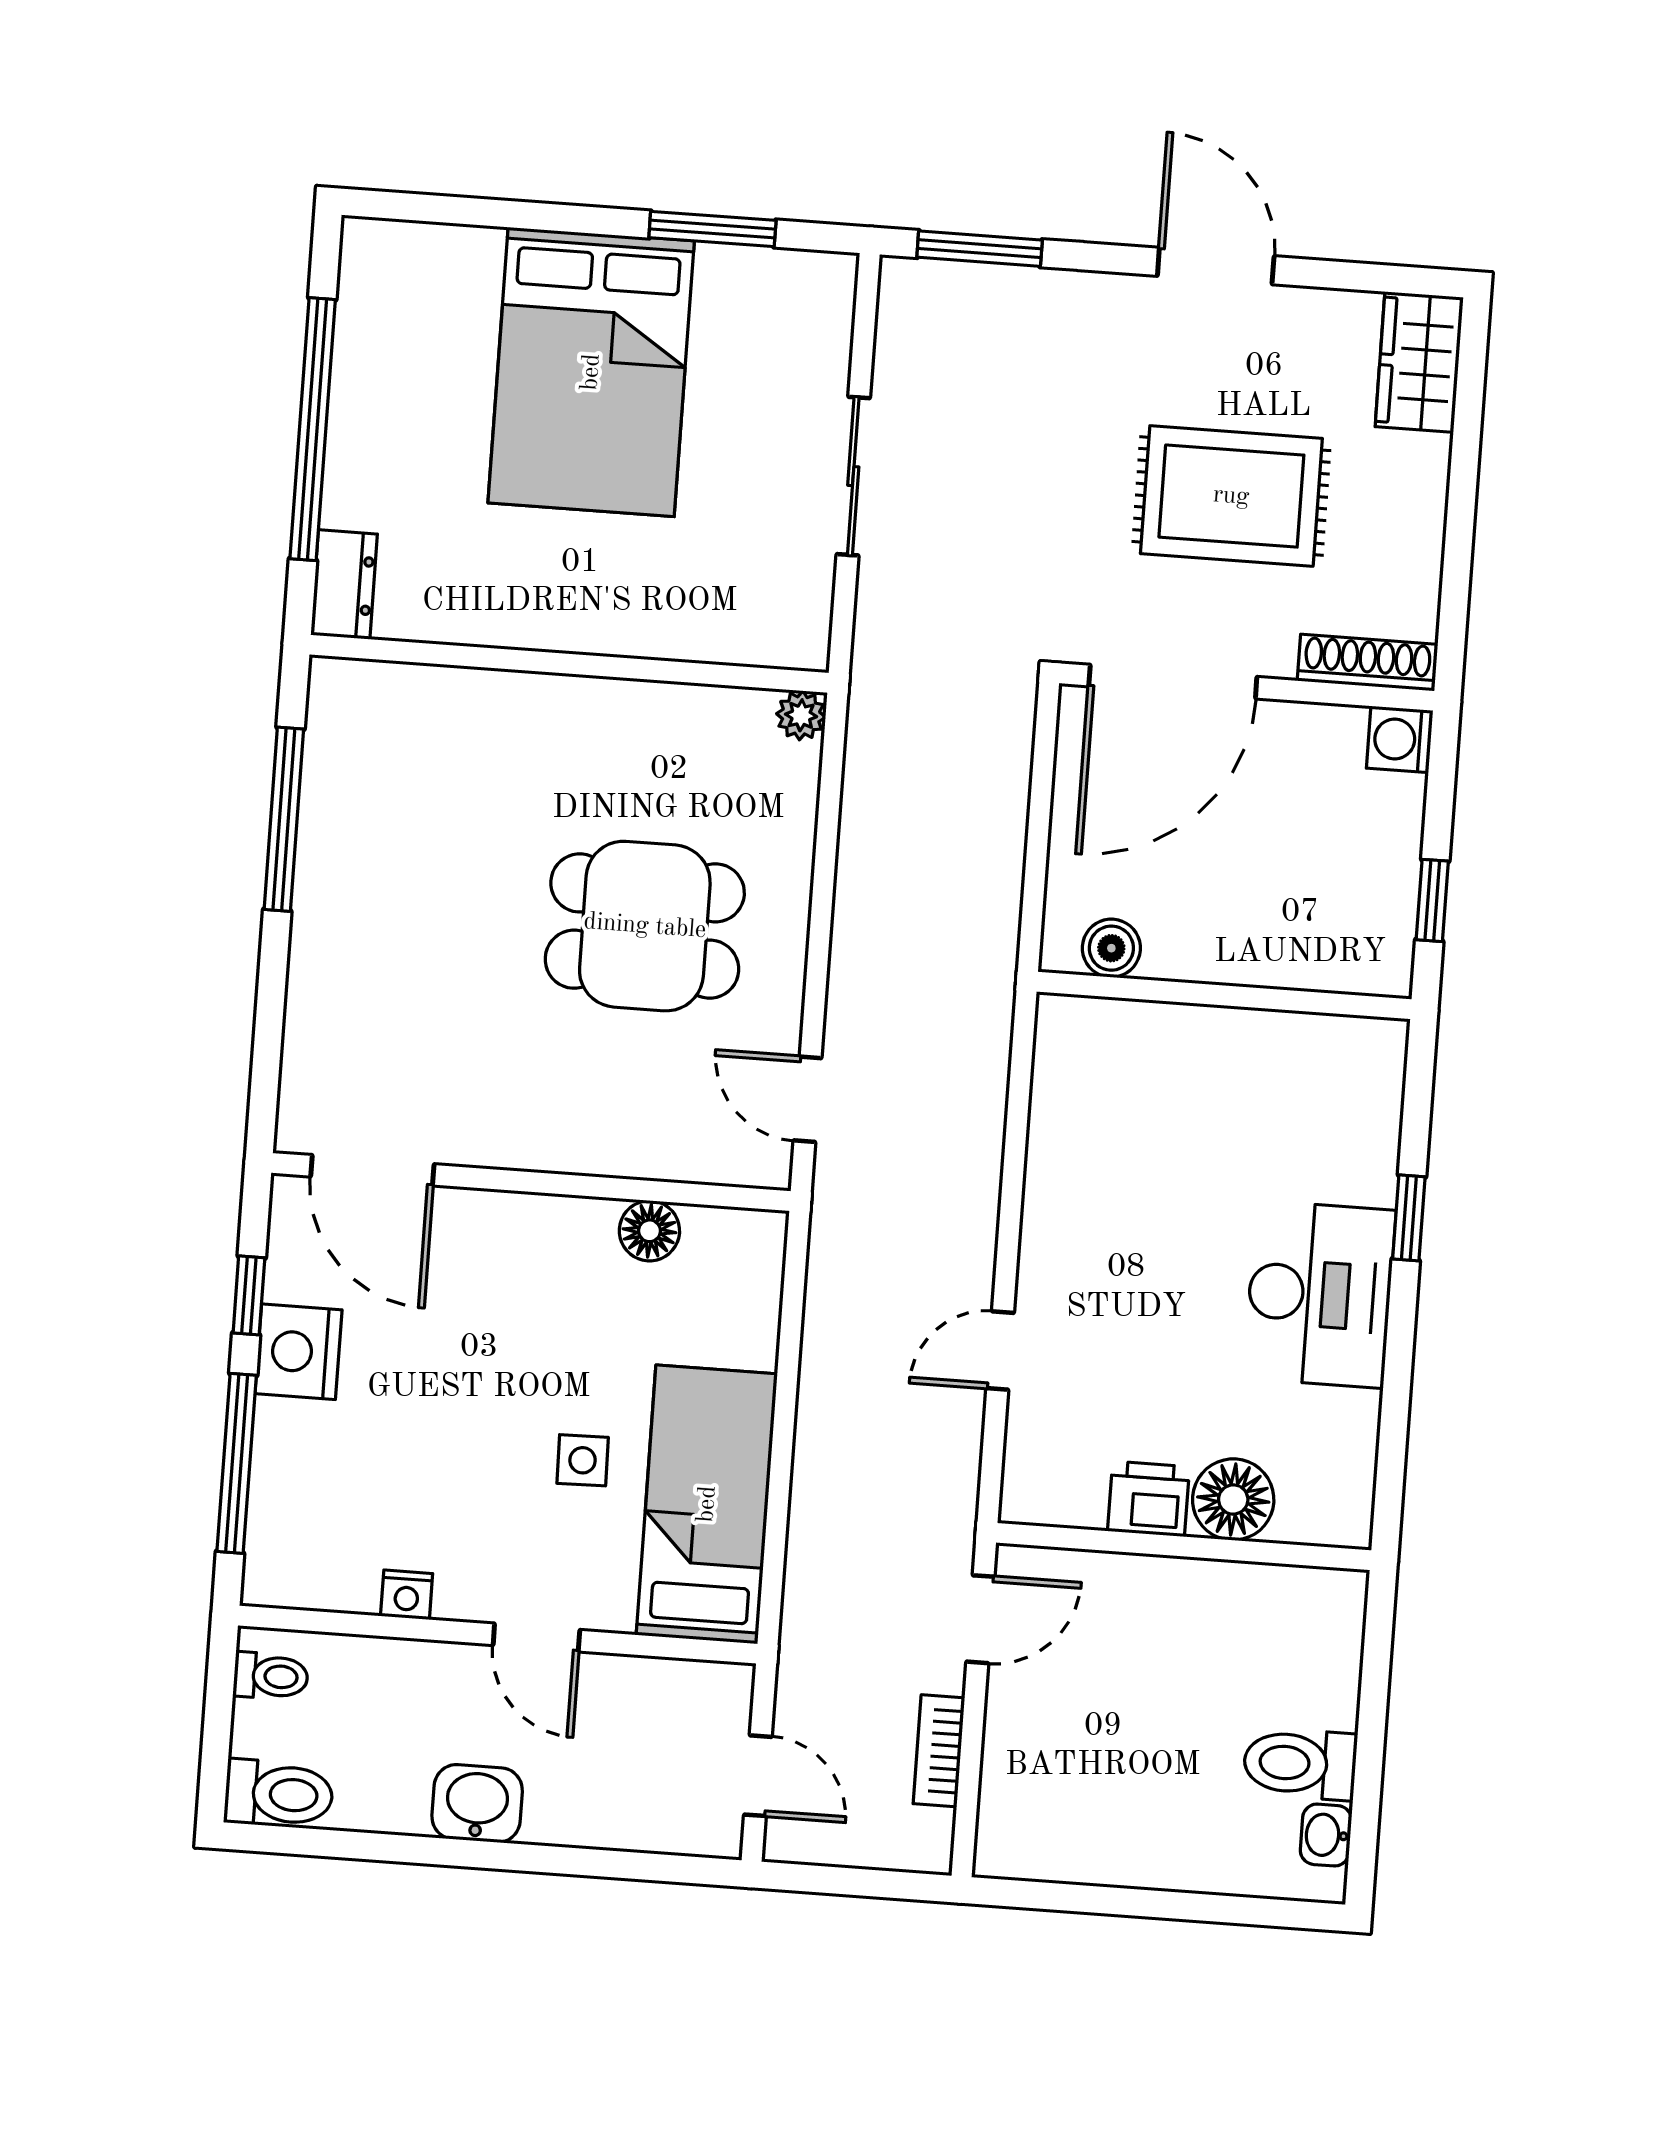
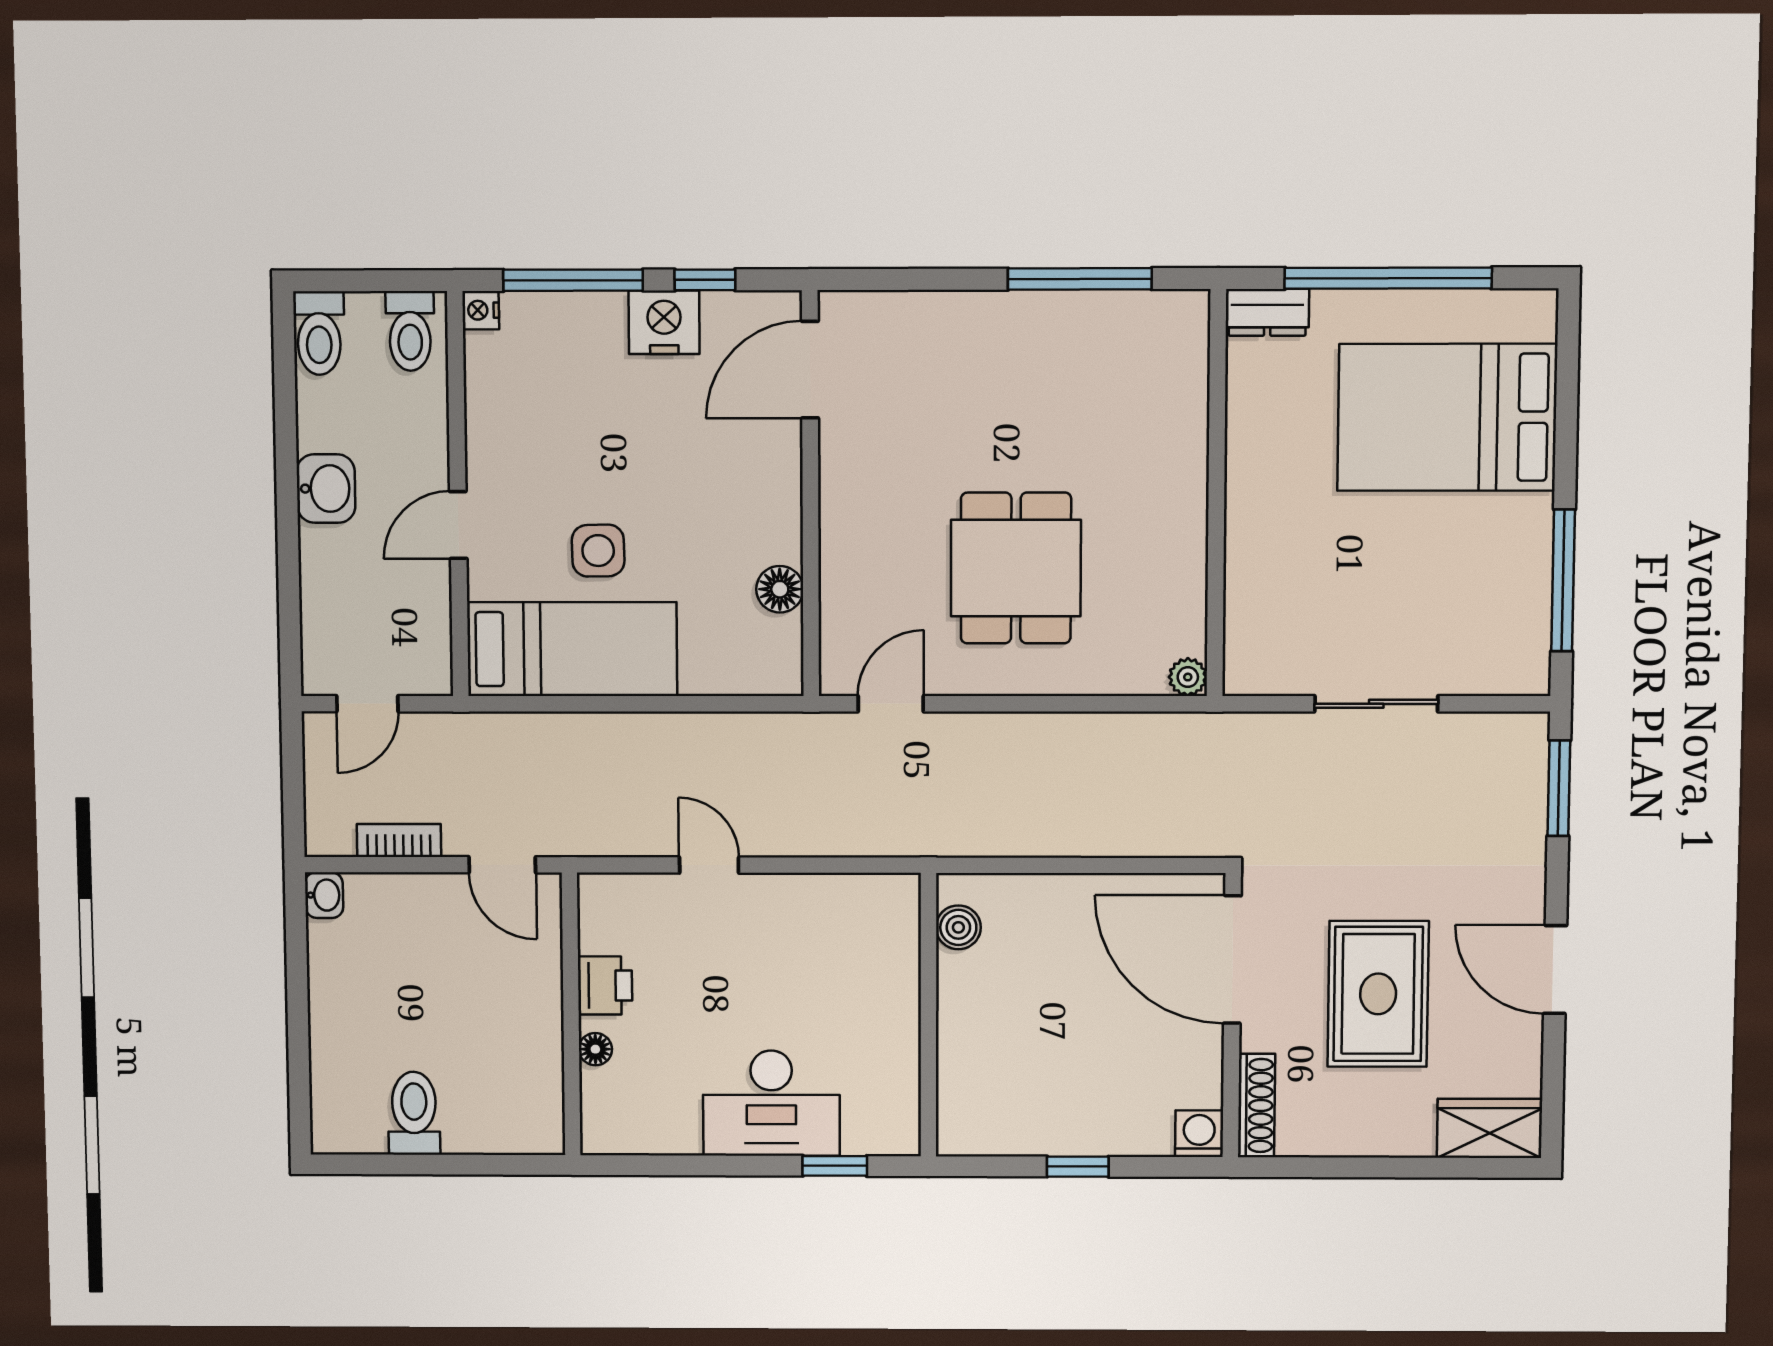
window: (712, 229) -> (1563, 580), width x1.44
door: (1216, 266) -> (1555, 969), swing flipped
bed: (591, 372) -> (1447, 417), moved
boiler: (1111, 948) -> (958, 927), moved
wall: (1224, 995) -> (928, 1015), moved
side table: (583, 1460) -> (598, 551), width x1.37, depth x1.37
floor lamp: (1233, 1500) -> (595, 1049), width x0.53, depth x0.53
nightstand: (407, 1595) -> (481, 310), moved
toilet: (271, 1676) -> (410, 331), width x1.37, depth x1.39
washbasin: (1326, 1835) -> (324, 895), moved, turned 90

